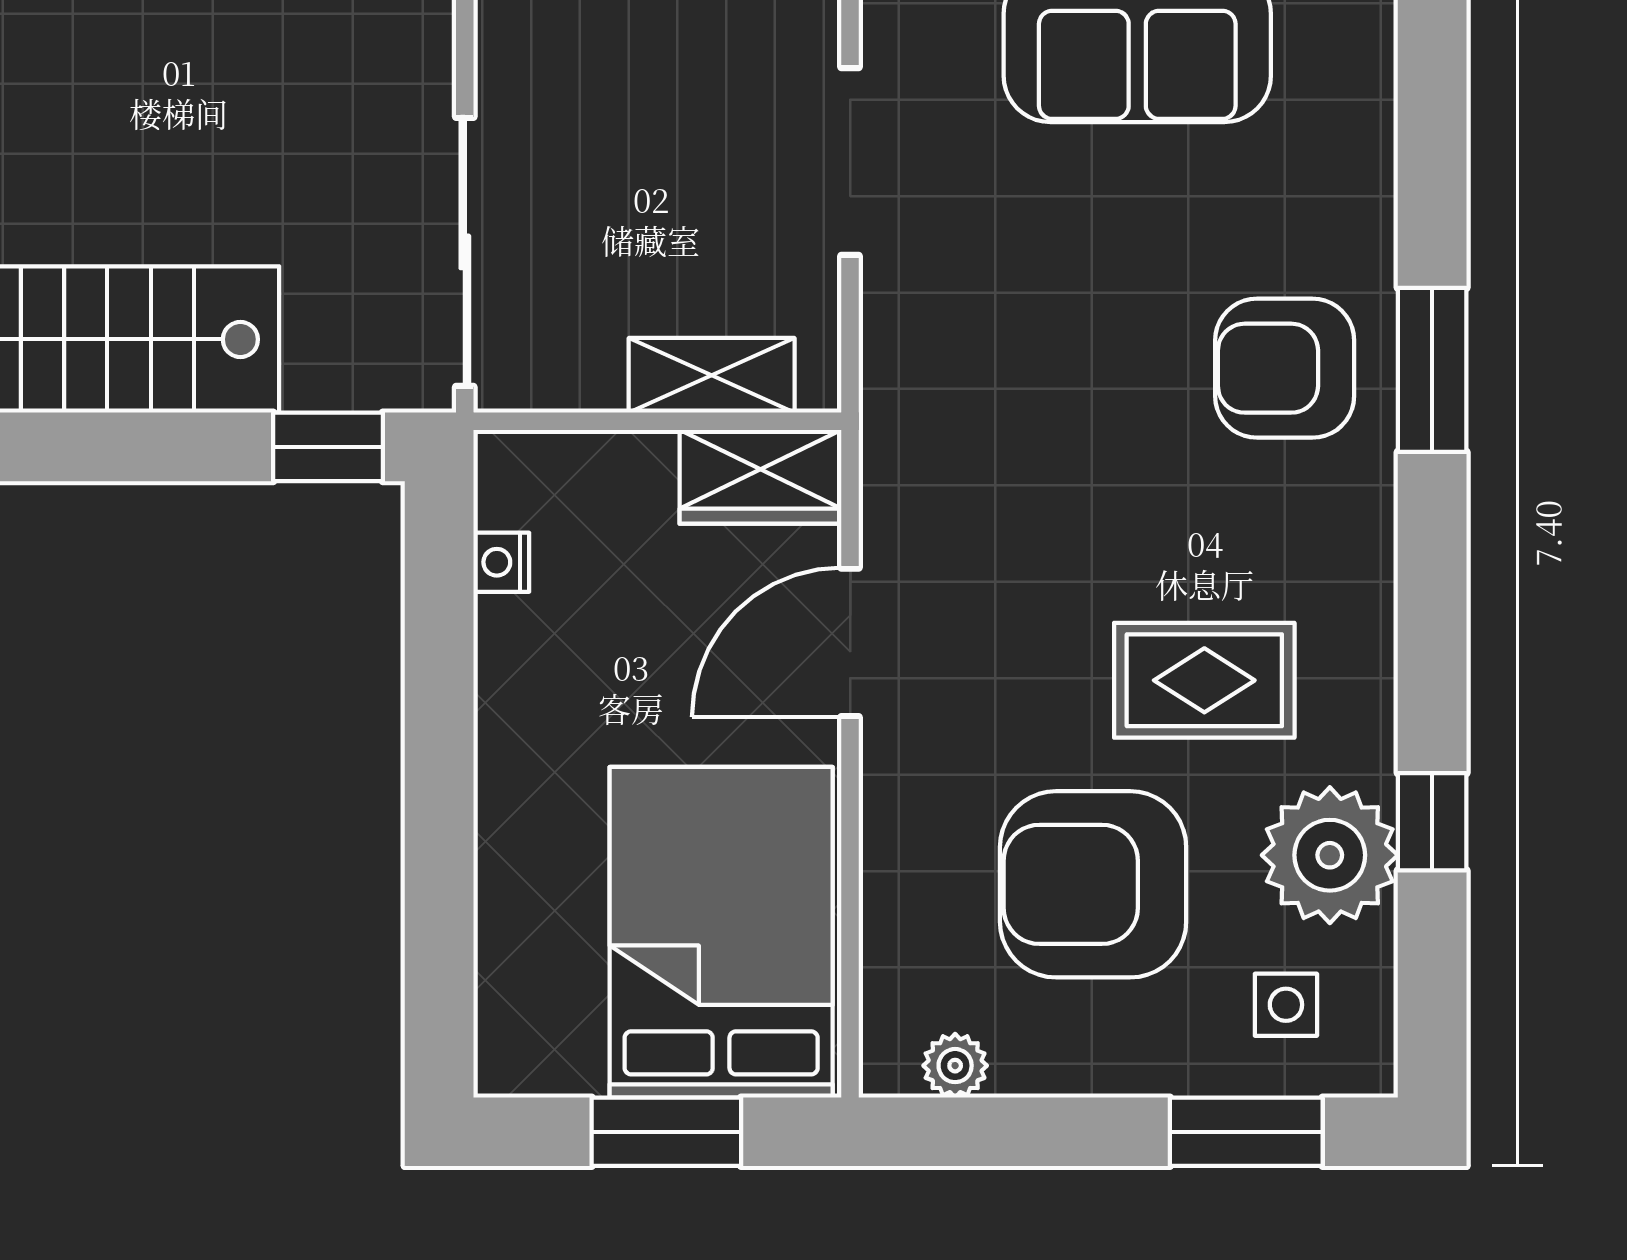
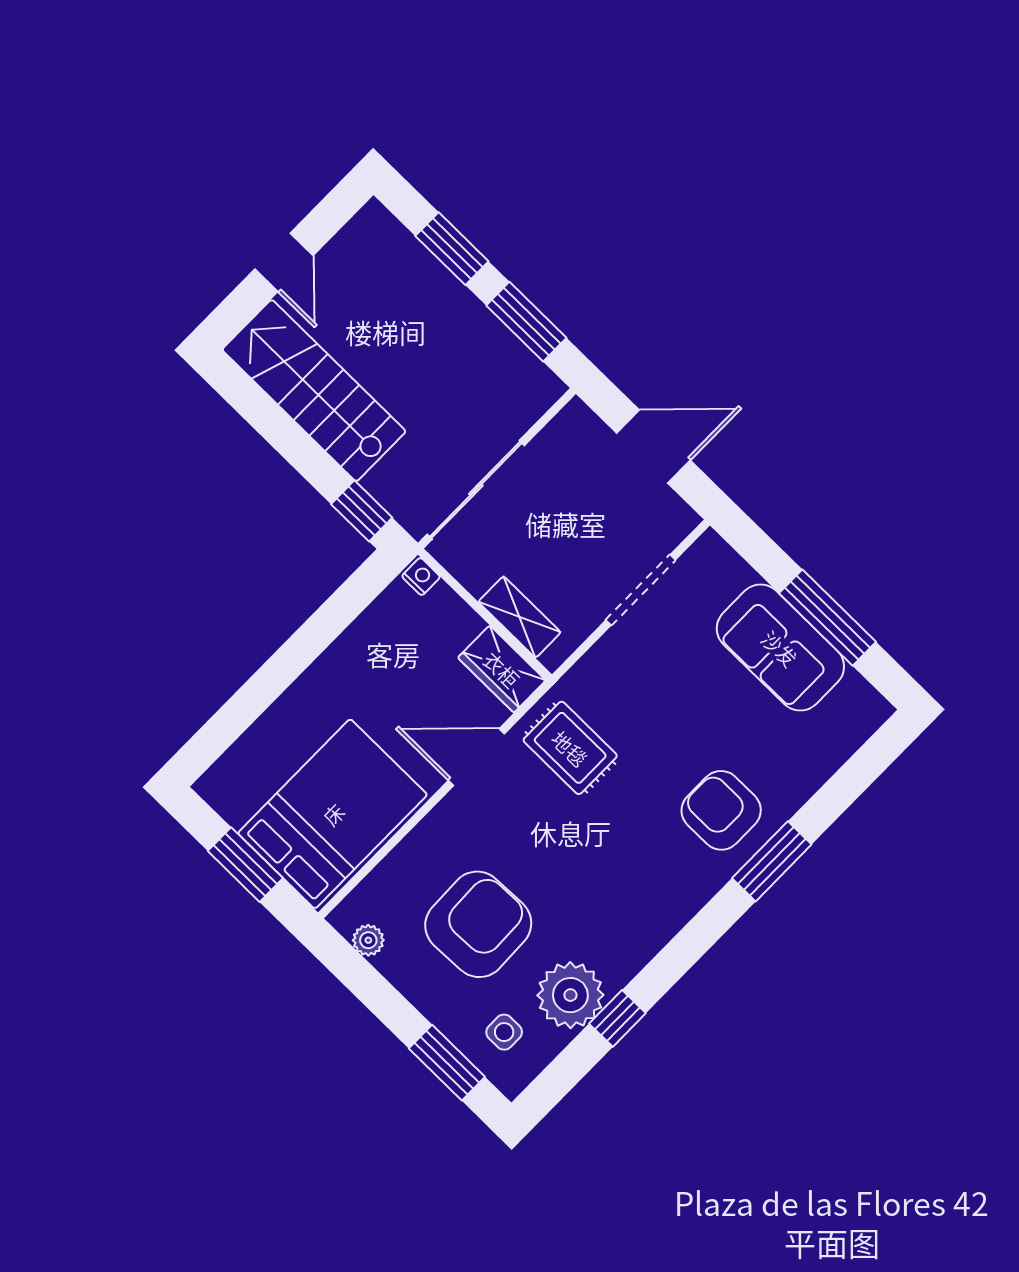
nightstand: (501, 562) -> (421, 577), moved, turned 90
rug: (1204, 680) -> (570, 748), moved
armchair: (1093, 884) -> (478, 924), turned 88

